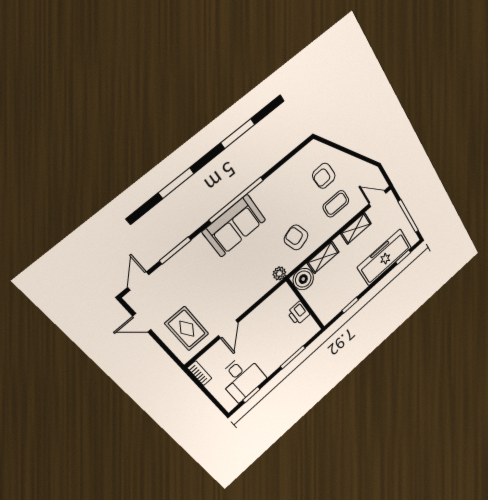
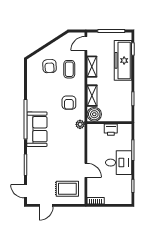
armchair: (296, 237) -> (69, 103), turned -73
desk: (242, 378) -> (119, 163), moved

